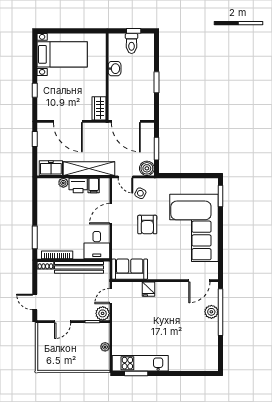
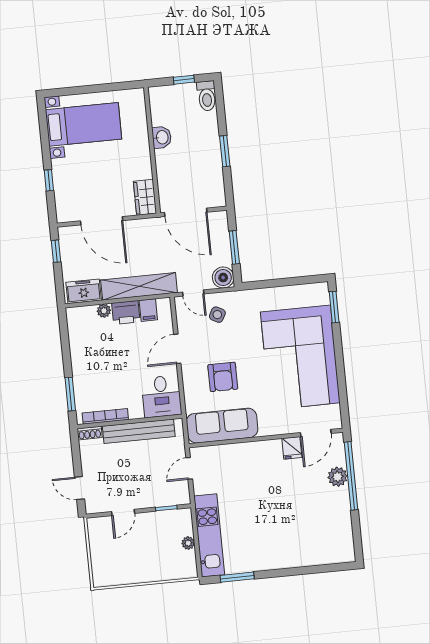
toilet: (132, 43) -> (207, 96), moved
armchair: (147, 225) -> (223, 377), moved
sofa: (130, 269) -> (222, 426), width x1.36
fridge: (149, 289) -> (292, 448), moved
plant: (103, 313) -> (180, 495), removed
kitchen unit: (140, 363) -> (209, 535), moved, turned 90

